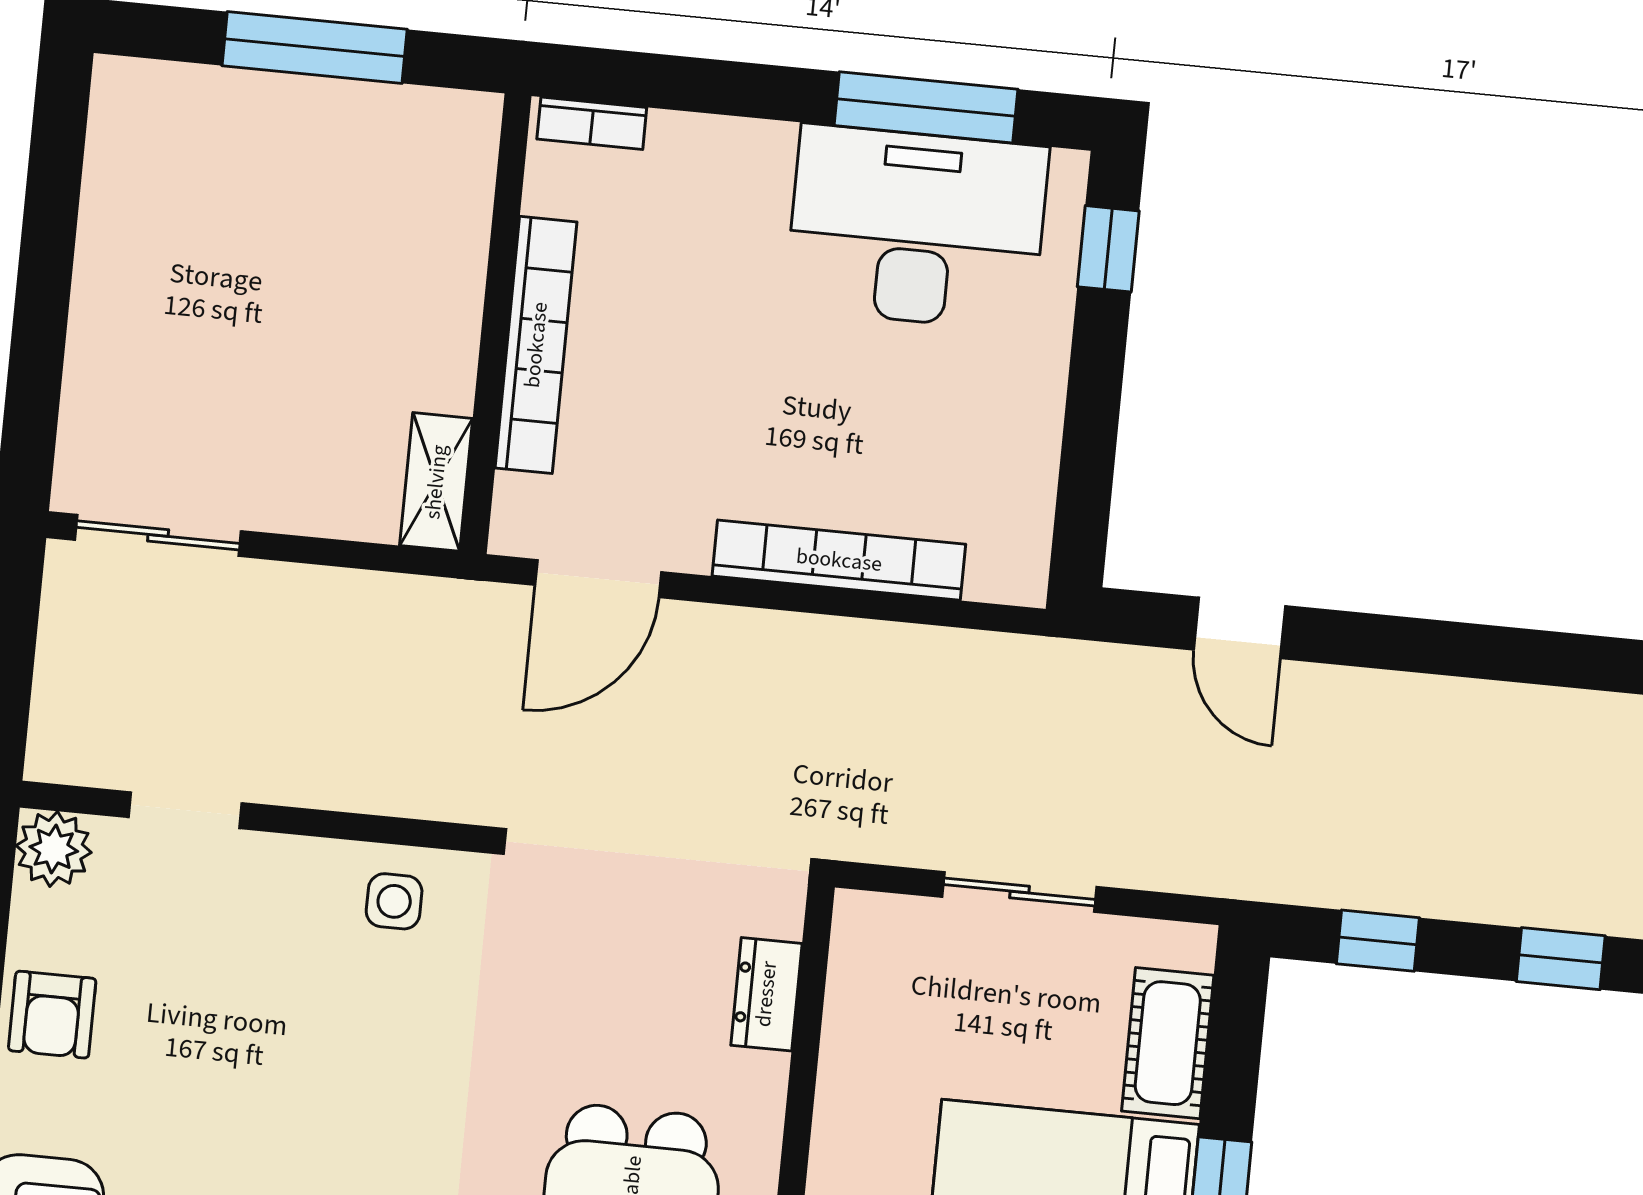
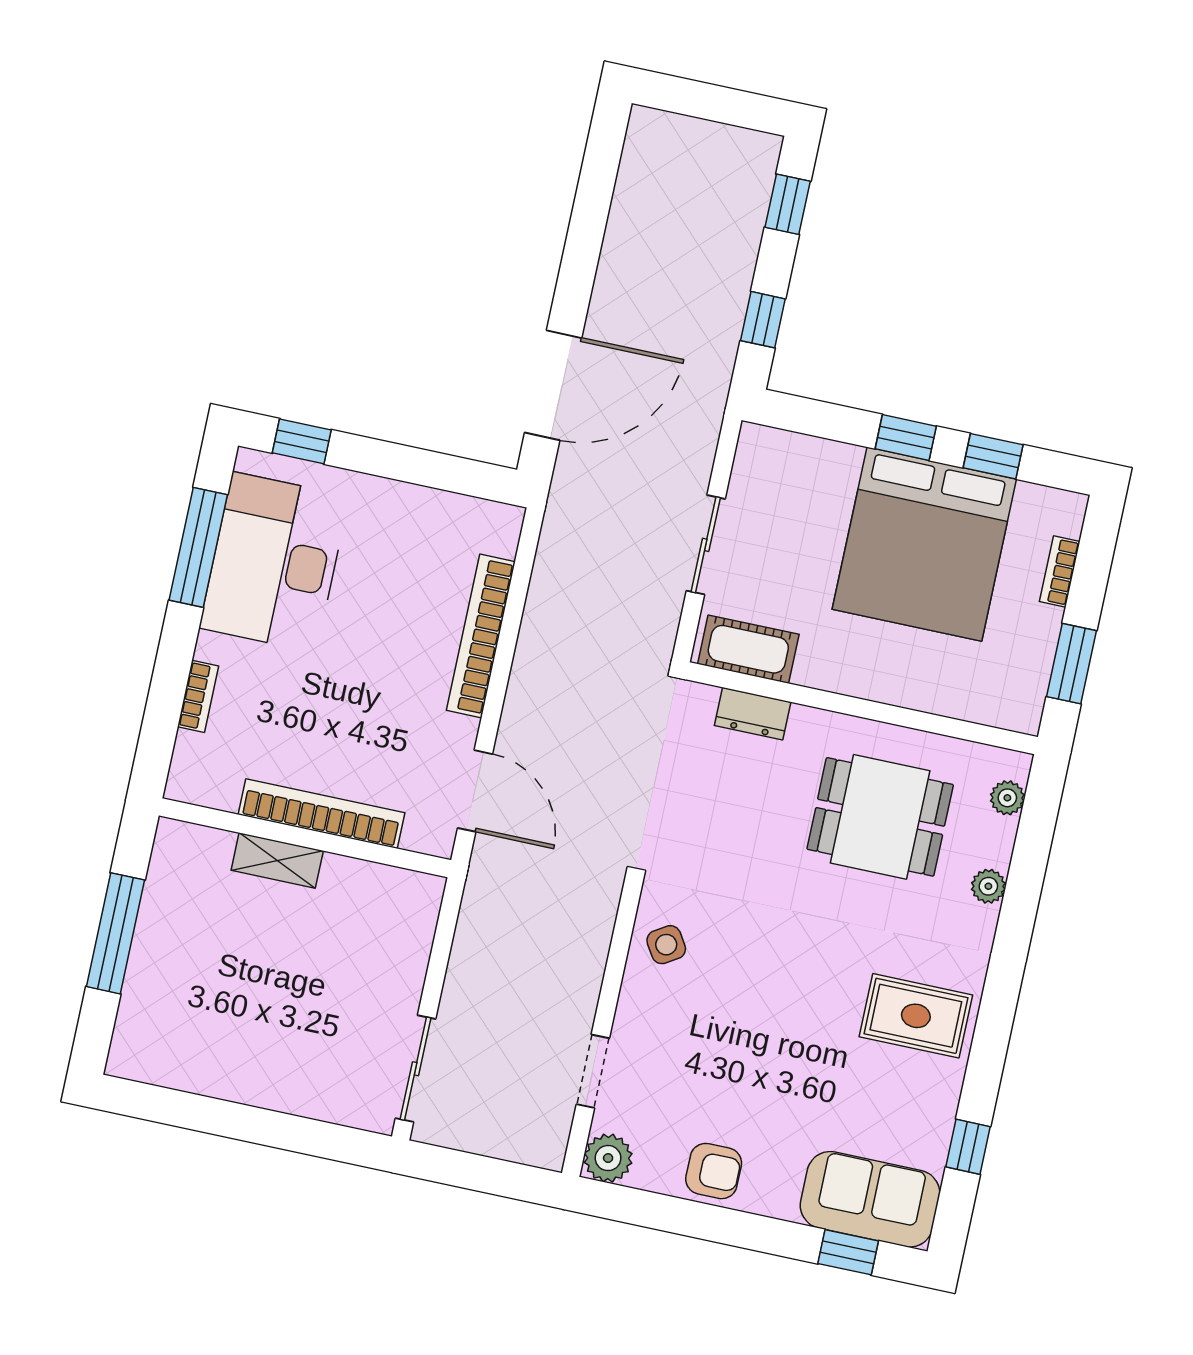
bookcase: (592, 123) -> (198, 696), moved
shelving: (436, 482) -> (277, 861), moved
door: (1239, 628) -> (553, 385), width x1.88
side table: (394, 901) -> (666, 945), turned -32
cot: (1168, 1043) -> (748, 649), moved

